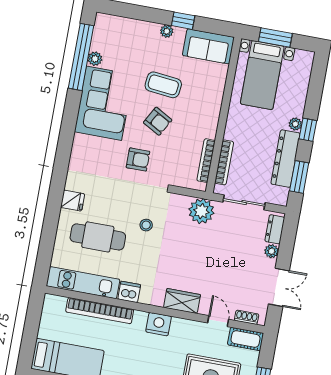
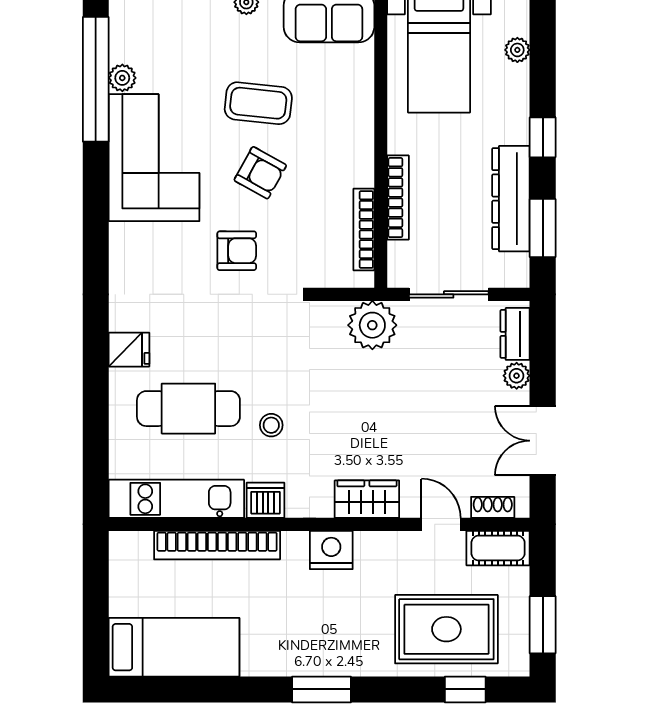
plant: (295, 124) -> (517, 50), moved
bookcase: (224, 162) -> (398, 198), moved
stool: (146, 225) -> (271, 425), moved
double door: (279, 287) -> (543, 441), swing flipped

